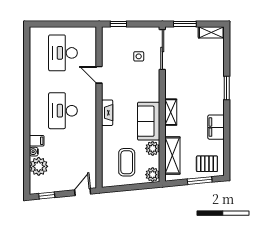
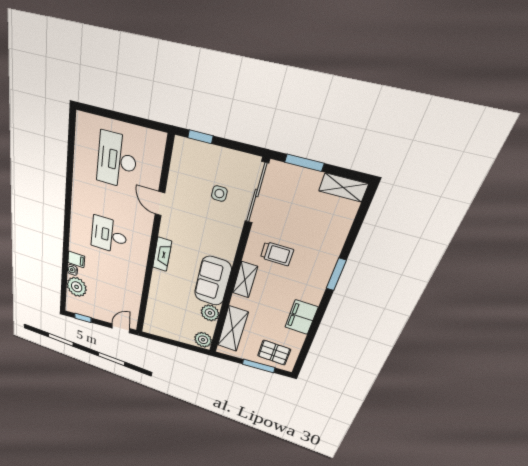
trolley: (186, 86) -> (277, 254), added
desk: (63, 111) -> (109, 235), width x0.73
coffee table: (127, 162) -> (175, 317), removed

